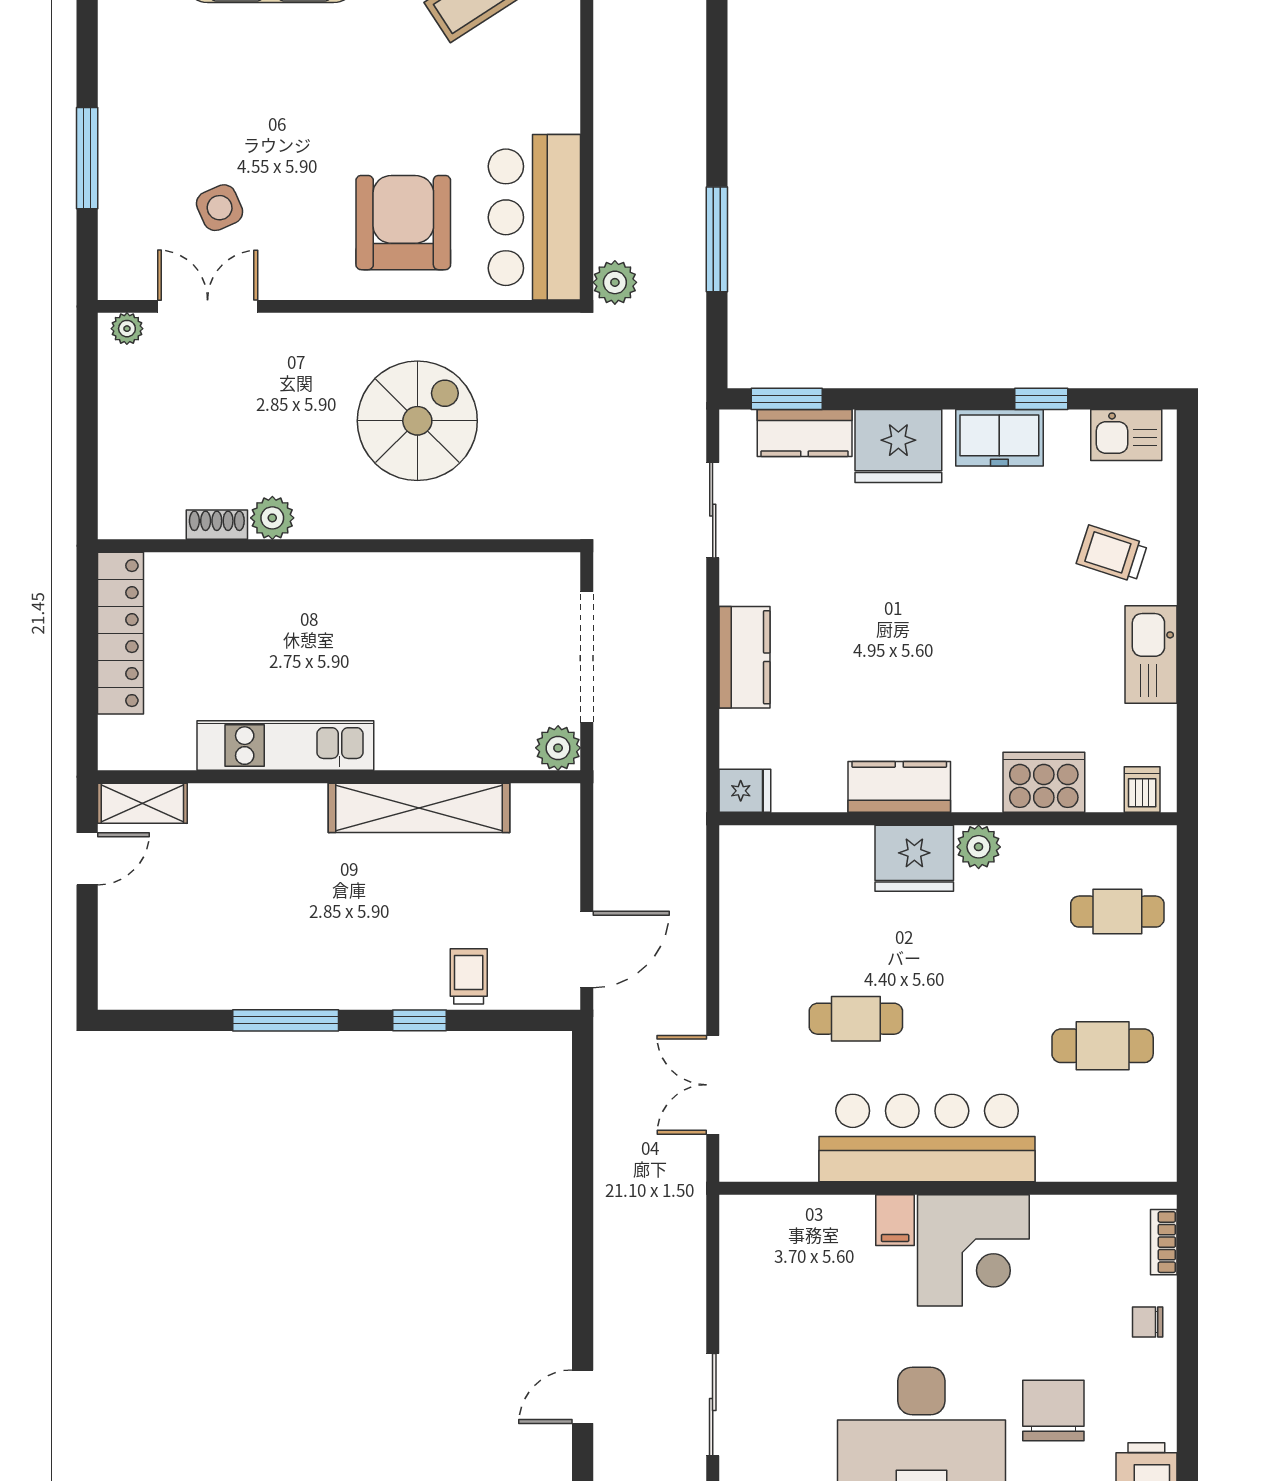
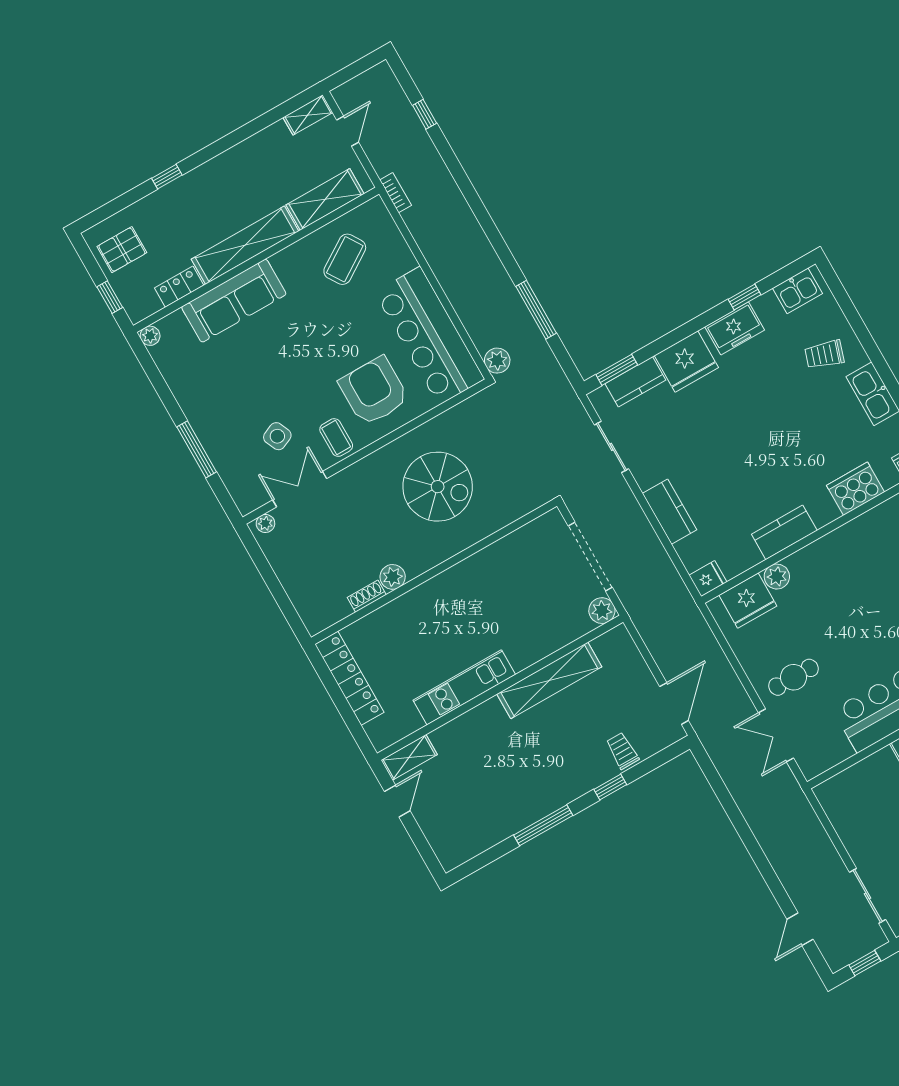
bar counter: (534, 217) -> (429, 336), width x1.36
coffee table: (307, 260) -> (336, 438), added
spiral stairs: (417, 421) -> (438, 487), turned 90
plant: (979, 847) -> (777, 577), moved
fridge: (914, 858) -> (748, 601), moved
cafe table: (856, 1019) -> (794, 677), moved

